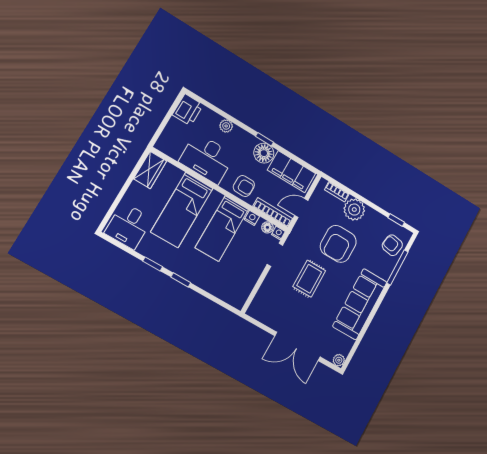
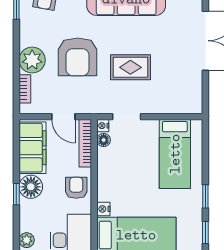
nightstand: (252, 218) -> (103, 209), moved
bed: (222, 229) -> (175, 154), moved, turned 90
armchair: (338, 244) -> (78, 57), turned 90

